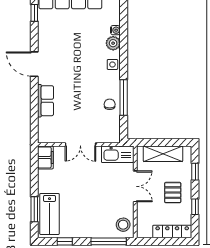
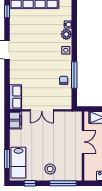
row of seats: (46, 101) -> (16, 97), moved
kitchen sink: (117, 154) -> (70, 118), removed
stool: (123, 225) -> (50, 169), moved

